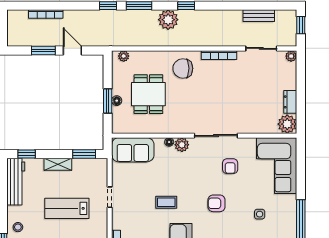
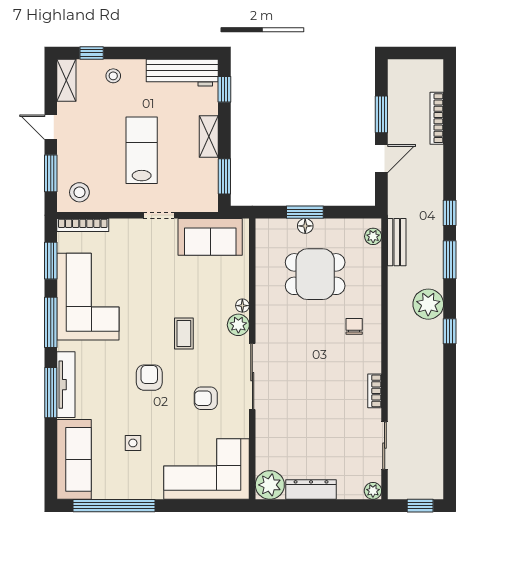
bench: (259, 16) -> (397, 242), moved
bookcase: (219, 55) -> (375, 391), width x0.64
chair: (183, 68) -> (354, 326), width x0.54, depth x0.54
dresser: (290, 102) -> (311, 490), width x1.44
sofa: (133, 150) -> (210, 237), moved, turned -90
coffee table: (166, 202) -> (184, 333), moved

